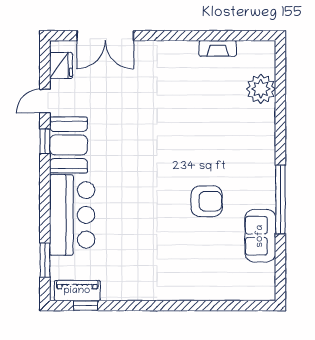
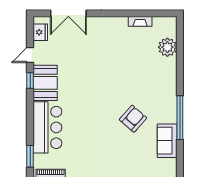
armchair: (207, 201) -> (133, 119), turned -49

